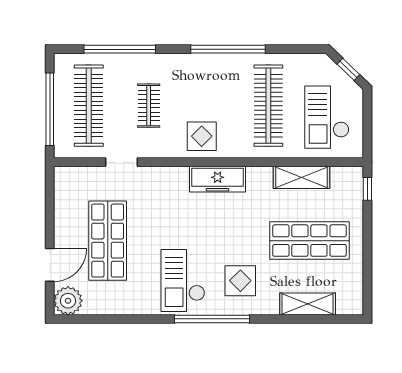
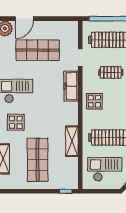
shelving: (301, 177) -> (72, 141), moved
freezer: (218, 179) -> (71, 86), moved
door: (50, 265) -> (24, 19), hinge flipped

